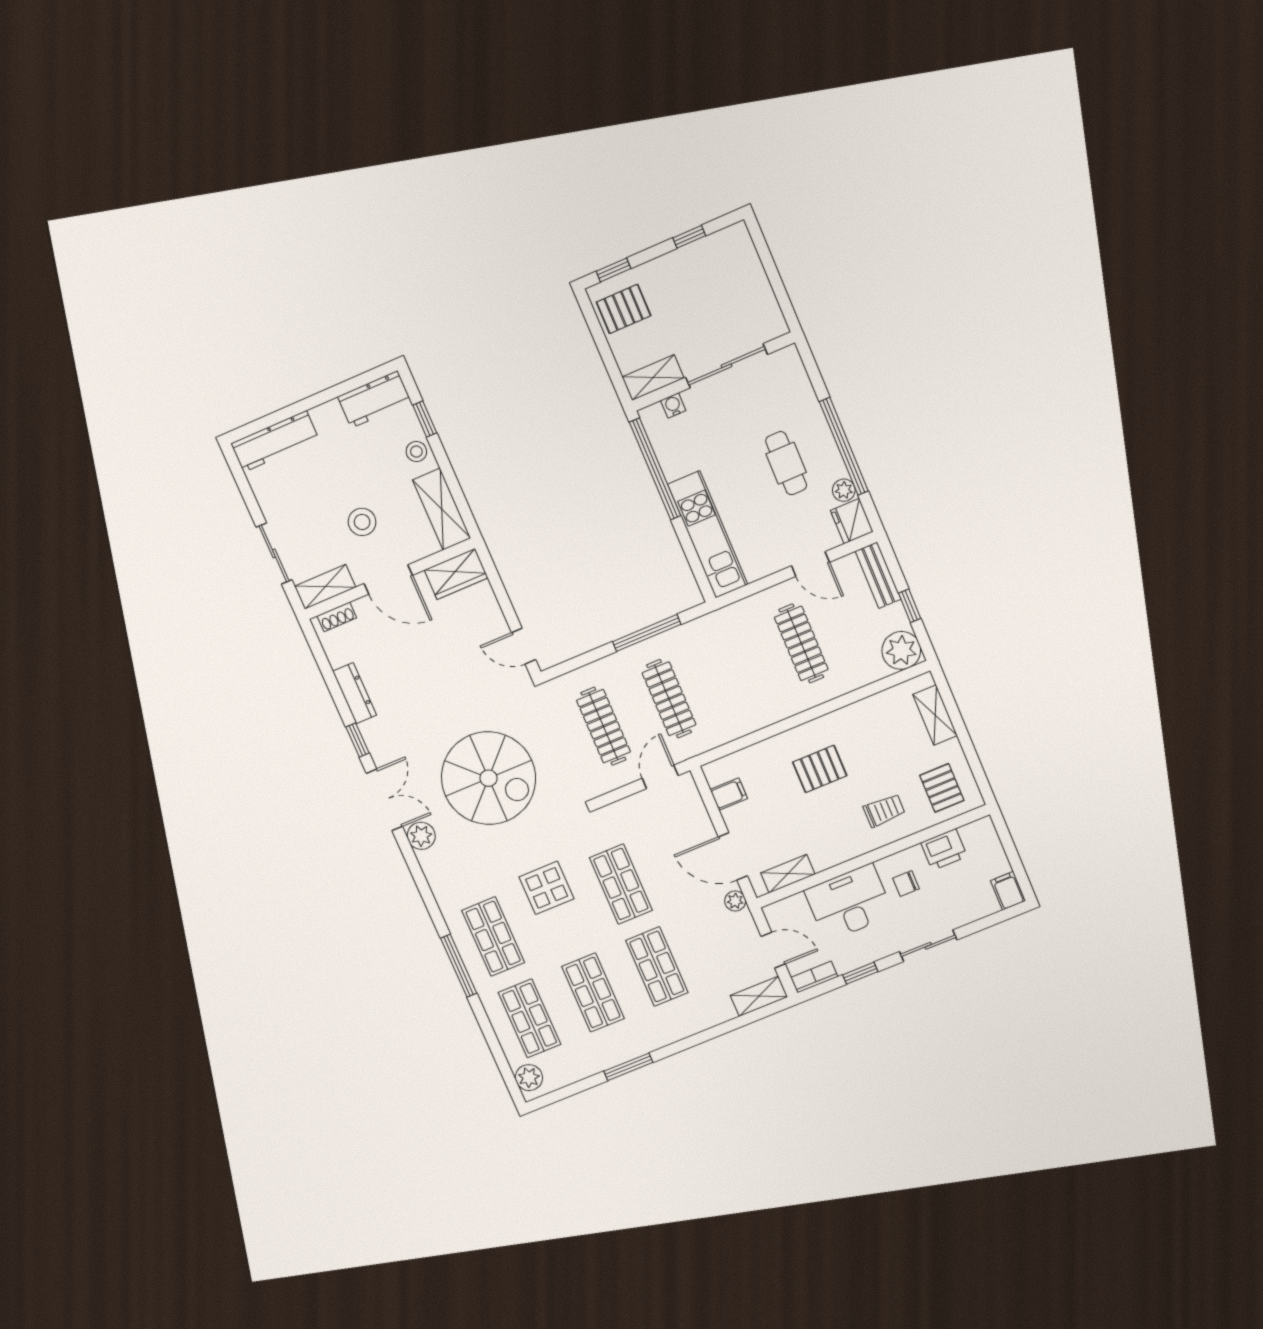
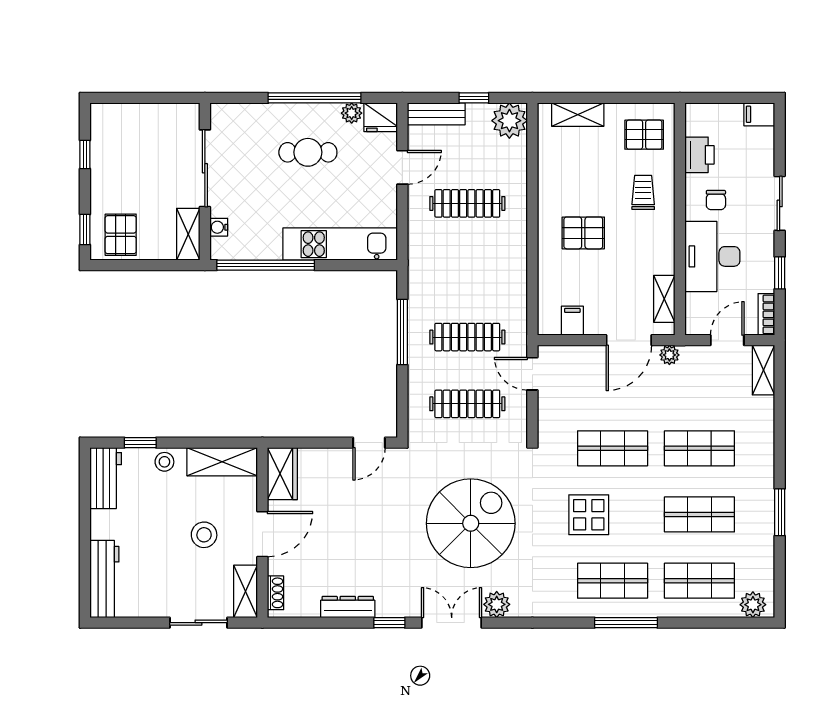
pallet: (820, 769) -> (583, 233), turned 90

